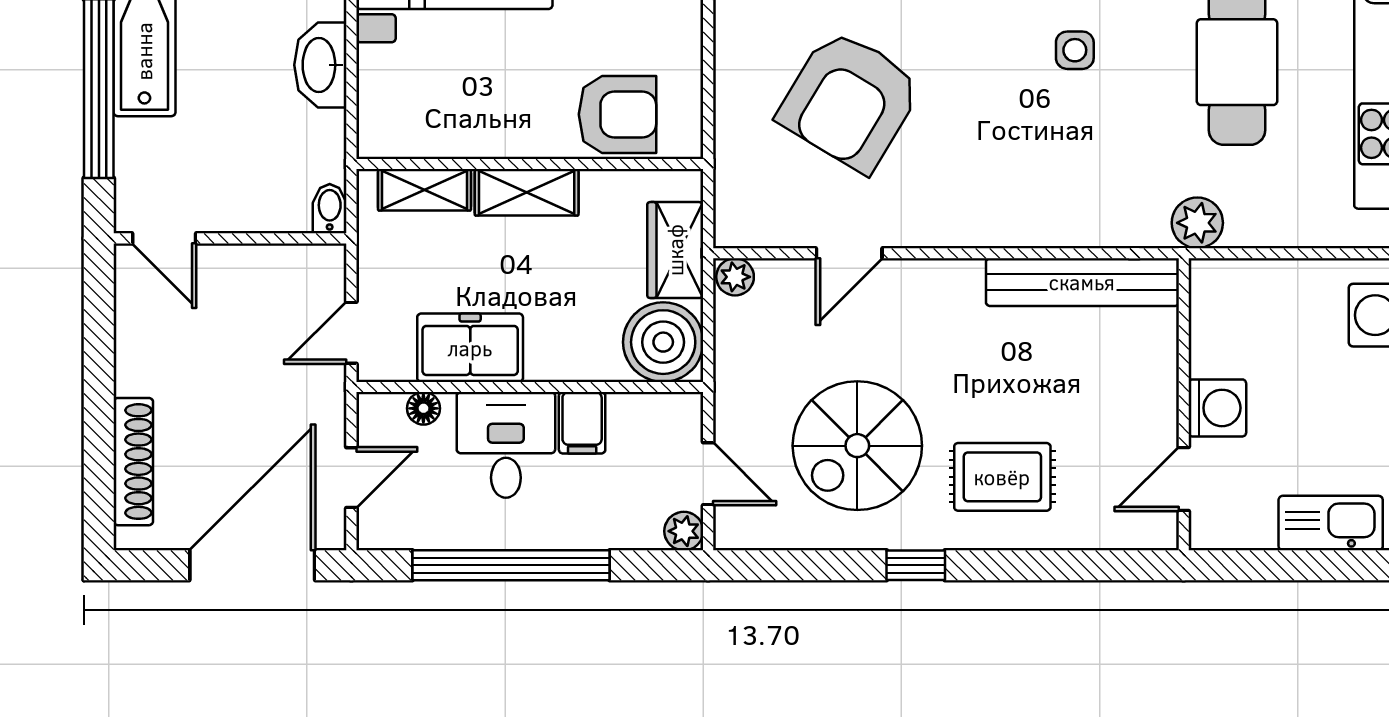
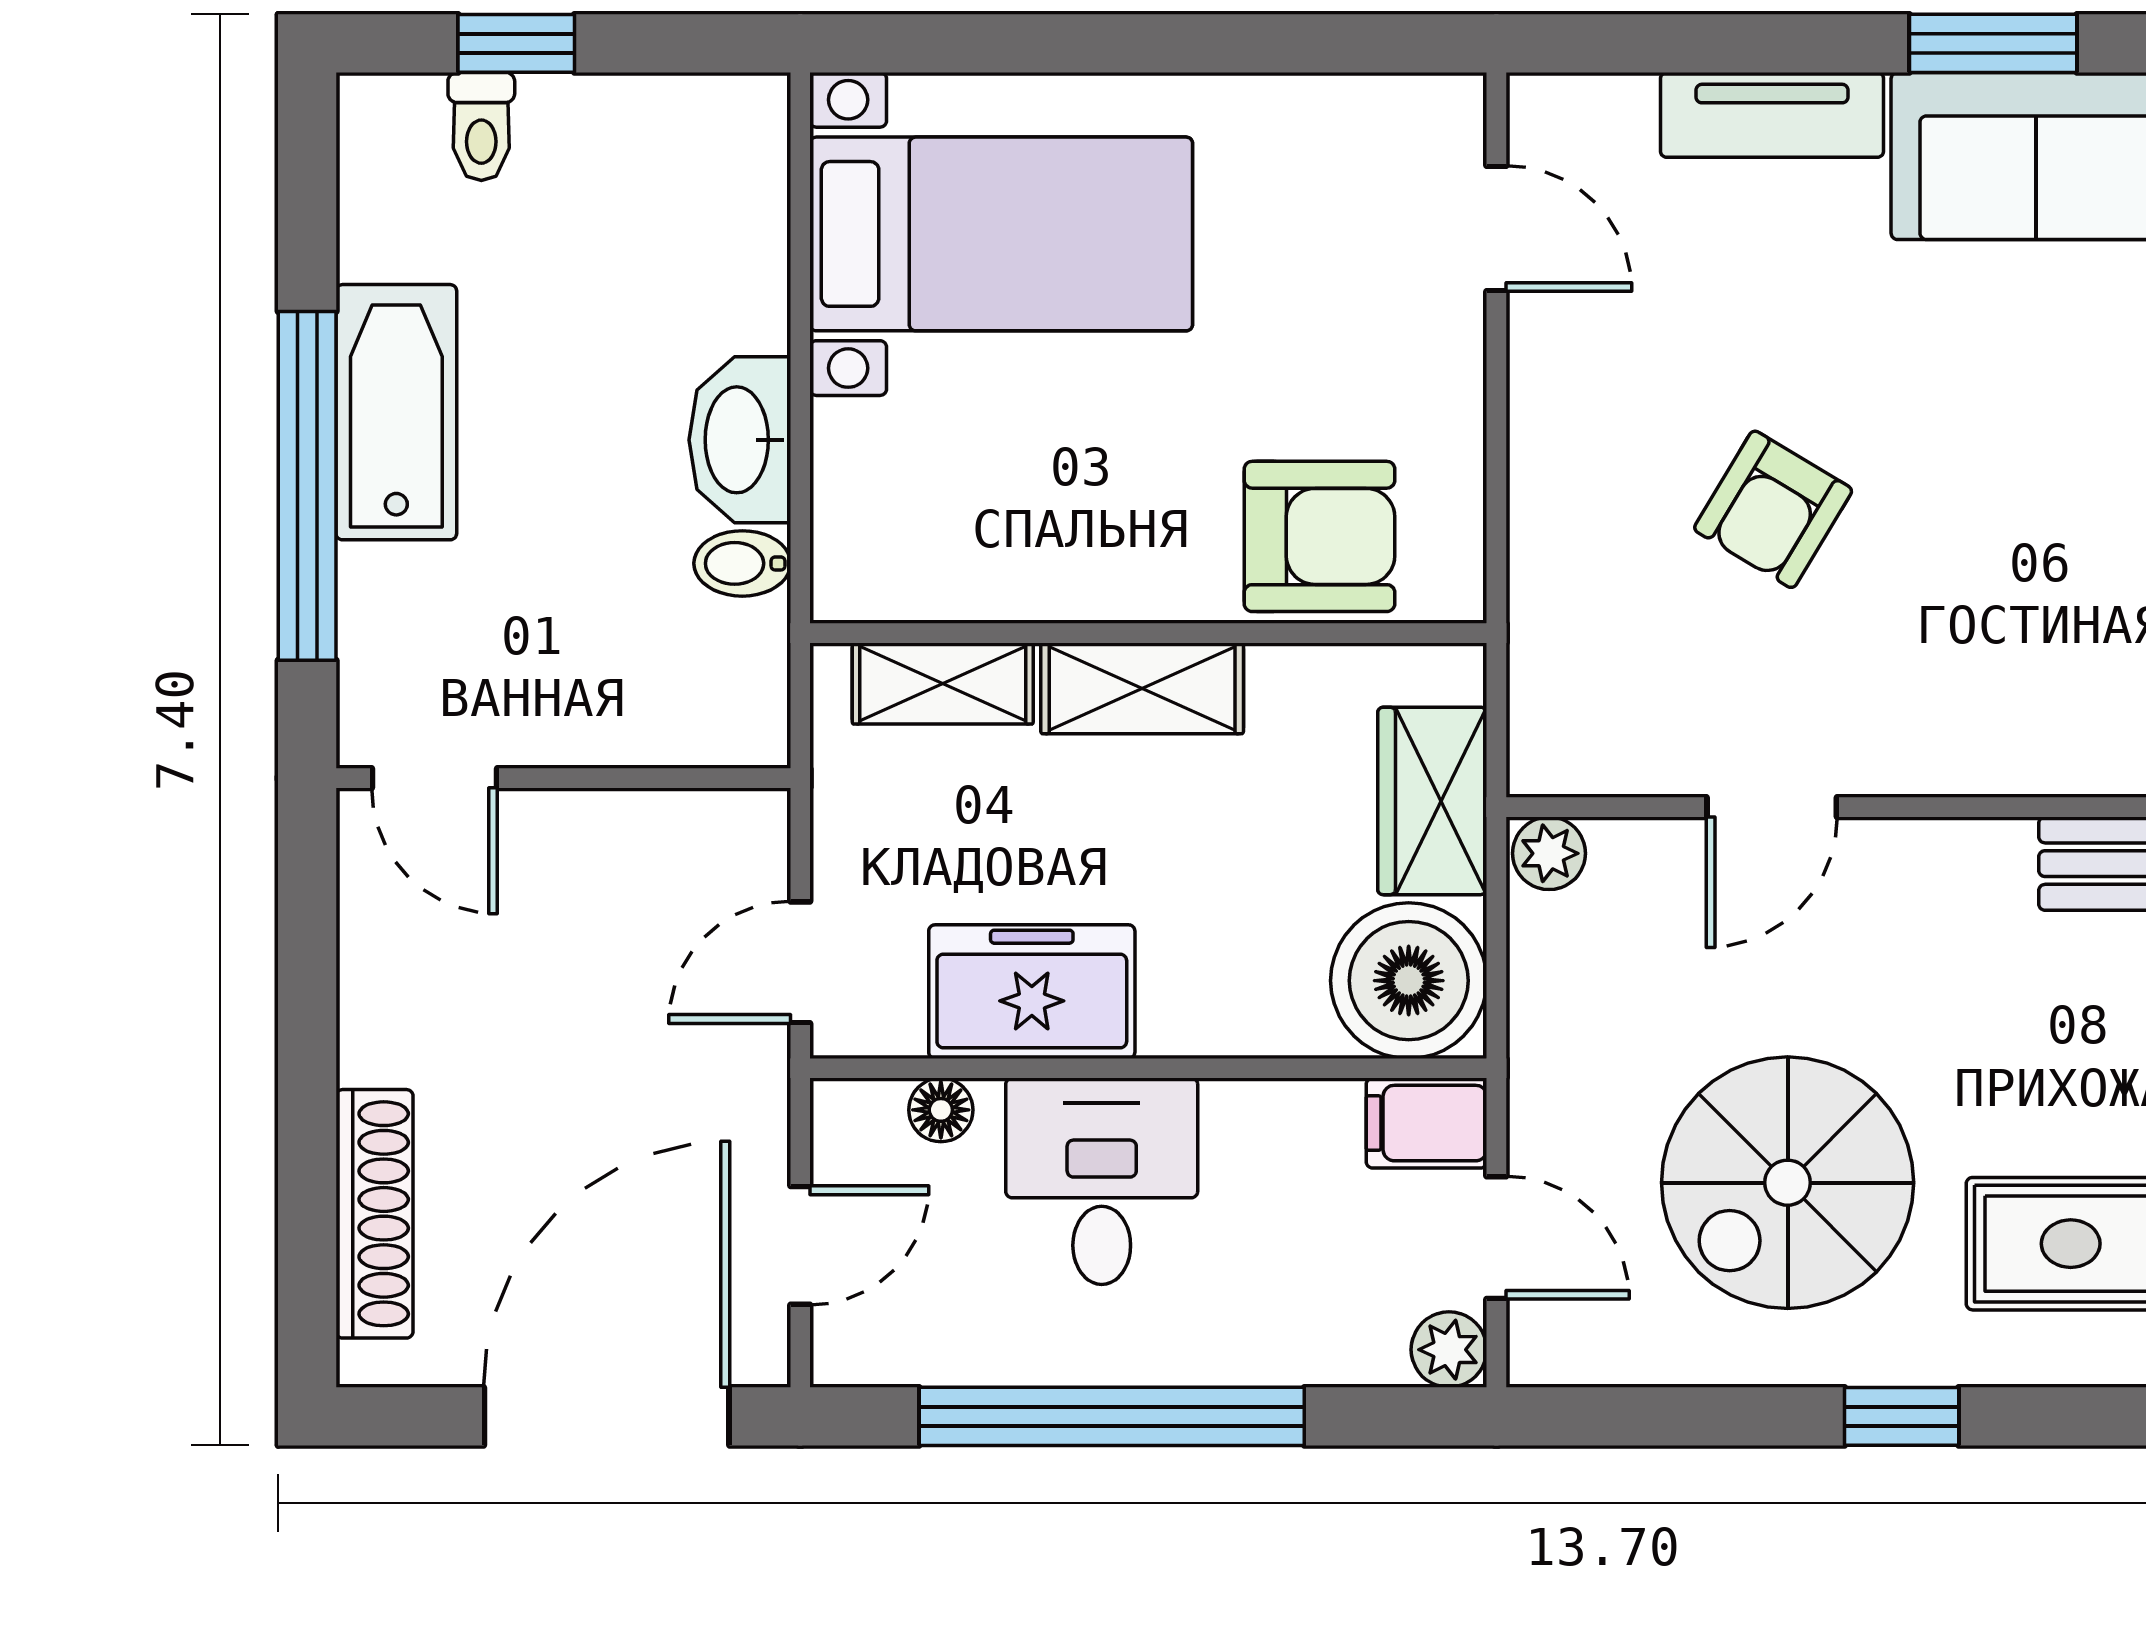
armchair: (850, 101) -> (1773, 509), width x0.53, depth x0.53
bidet: (330, 209) -> (742, 563), moved, turned -90
filing cabinet: (582, 423) -> (1427, 1123), moved, turned 90

